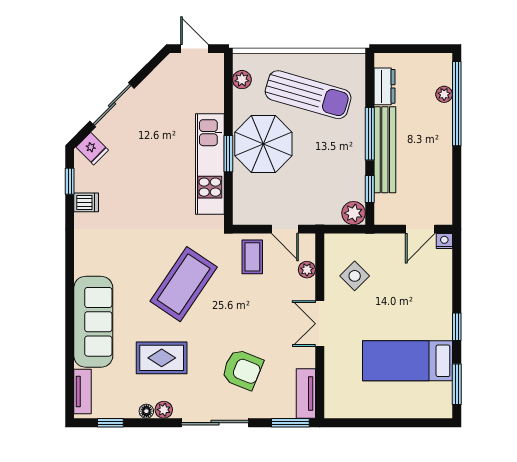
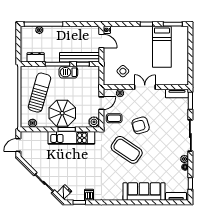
bench: (385, 150) -> (79, 57), moved
barbecue: (352, 157) -> (68, 72), added
plant: (354, 213) -> (94, 122), moved
double door: (320, 324) -> (145, 87), swing flipped
rug: (162, 358) -> (161, 160), removed
armchair: (242, 369) -> (141, 125), moved, turned -128

